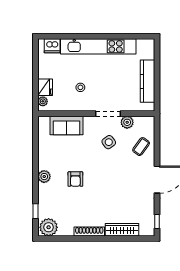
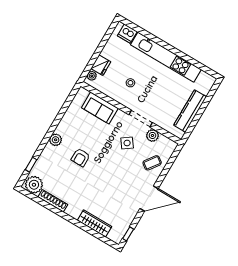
shoe rack: (89, 232) -> (53, 201), moved

